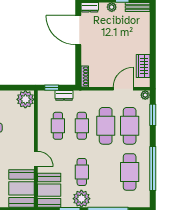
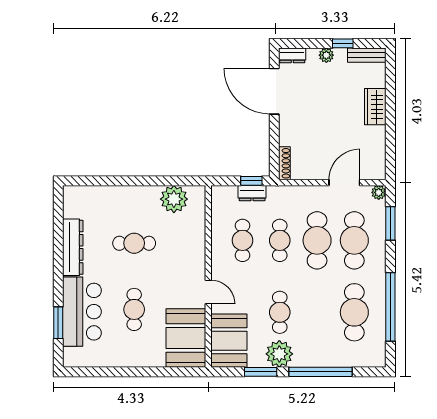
wardrobe: (143, 66) -> (375, 107), moved
window: (52, 88) -> (251, 181), moved
plant: (25, 99) -> (174, 199), moved

